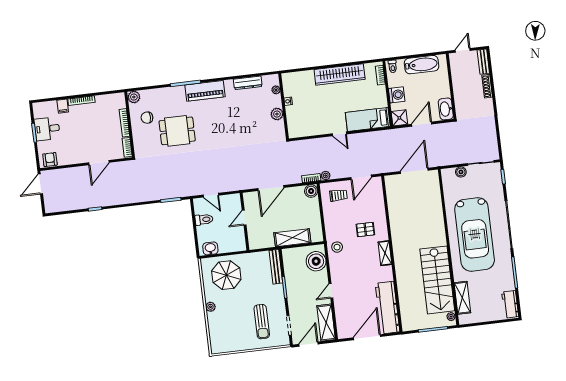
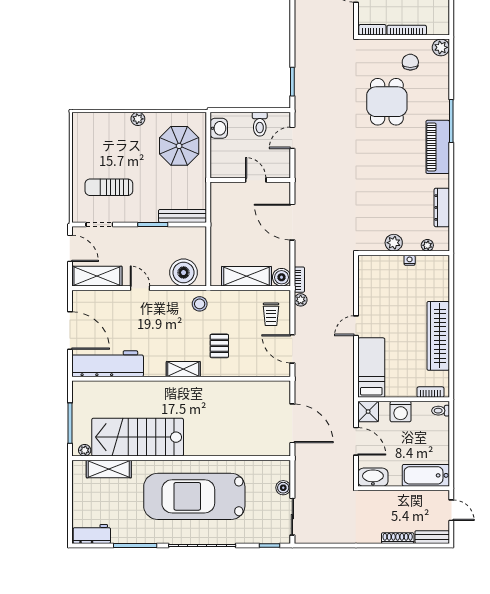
bathtub: (422, 65) -> (426, 475), moved, turned 90
shelving: (292, 238) -> (246, 276), moved, turned 90

